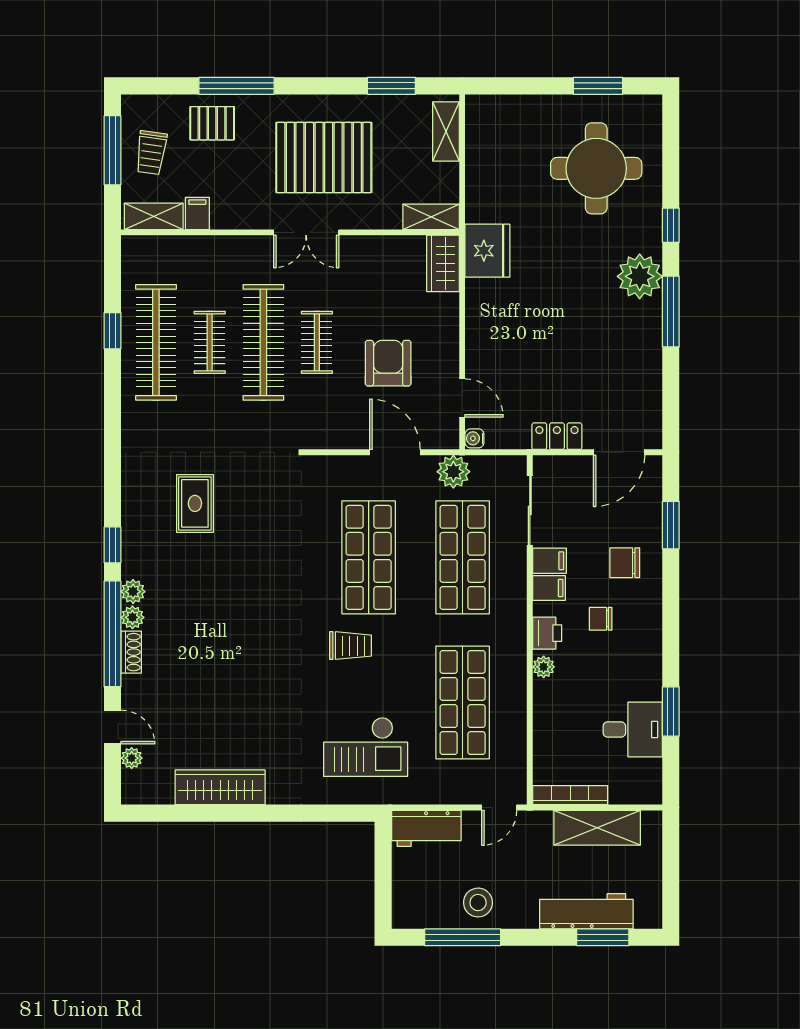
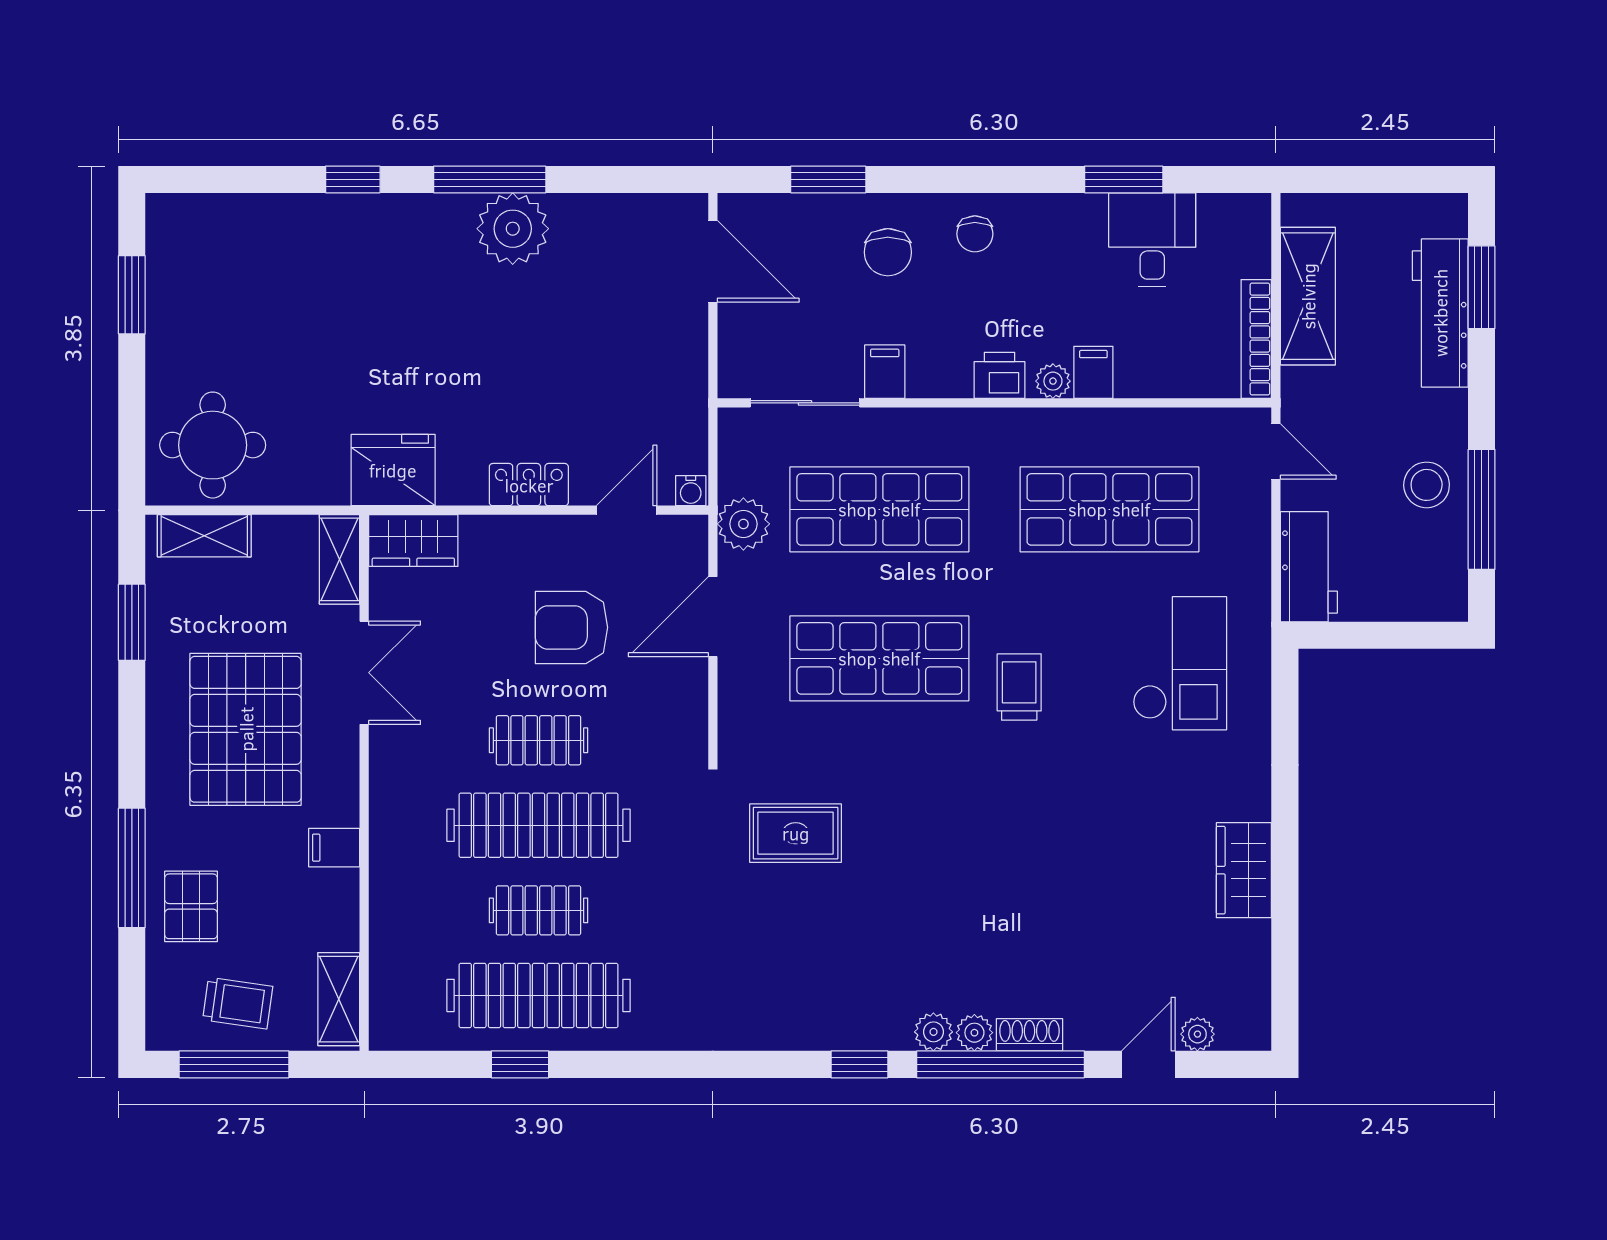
round table: (596, 168) -> (213, 445), moved, width x0.73, depth x0.73
filing cabinet: (197, 213) -> (334, 848), moved
double door: (306, 232) -> (364, 673), moved
plant: (640, 276) -> (513, 229), moved
locker: (557, 436) -> (529, 485), moved, turned 90
rug: (195, 503) -> (796, 833), moved
filing cabinet: (549, 588) -> (1093, 372), moved
chair: (601, 619) -> (975, 234), moved
wardrobe: (220, 787) -> (1244, 870), width x0.67

